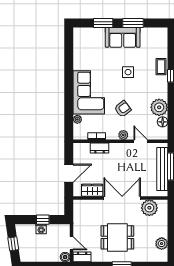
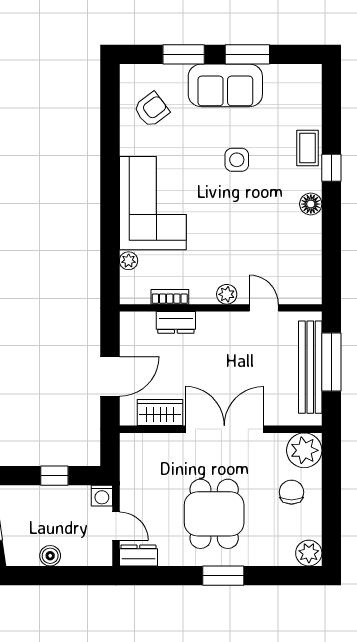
plant: (159, 107) -> (304, 235), removed
armchair: (123, 109) -> (151, 110), moved
floor lamp: (163, 122) -> (311, 204), moved
plant: (149, 208) -> (304, 450), moved
chair: (154, 227) -> (291, 492), added
washing machine: (41, 229) -> (102, 496), moved
dining table: (117, 237) -> (214, 514), turned 90
plant: (162, 244) -> (309, 553), moved
boiler: (65, 257) -> (50, 556), moved

